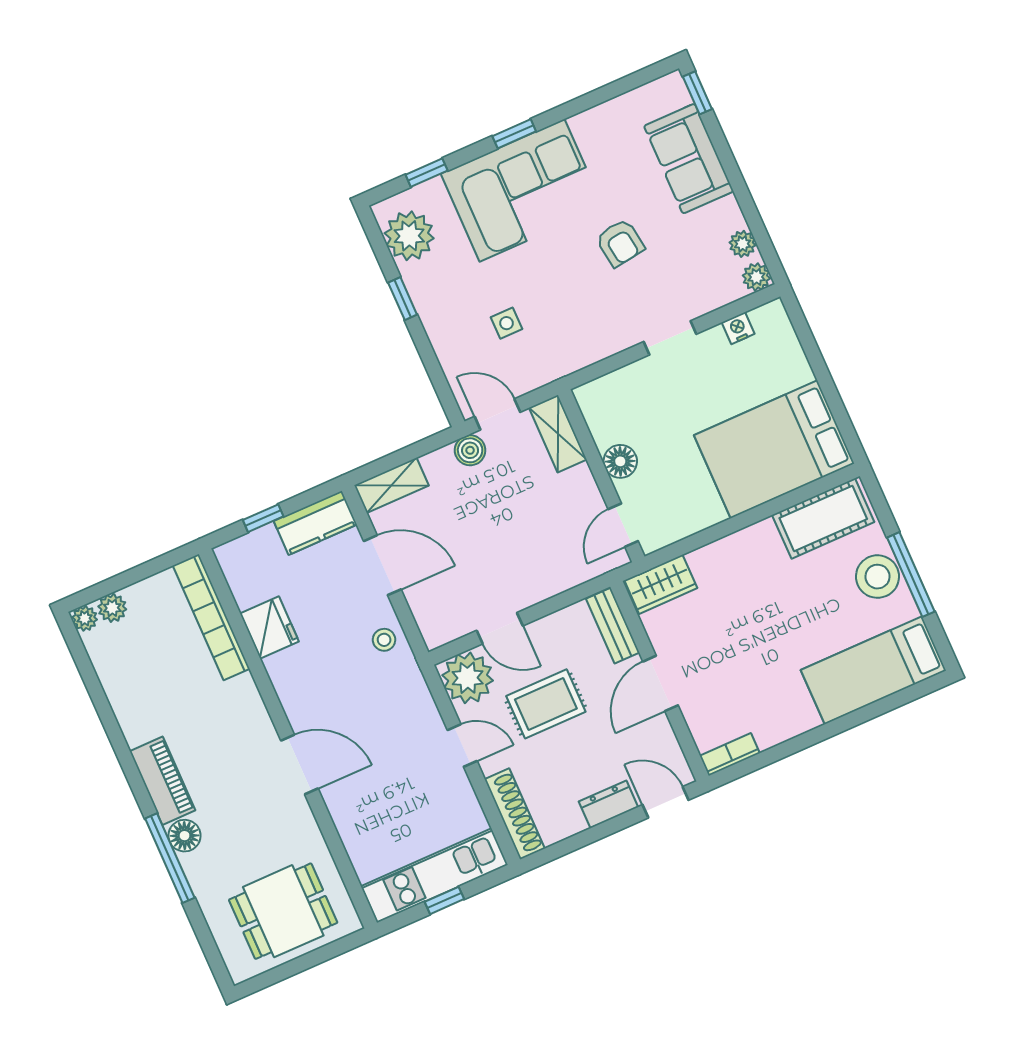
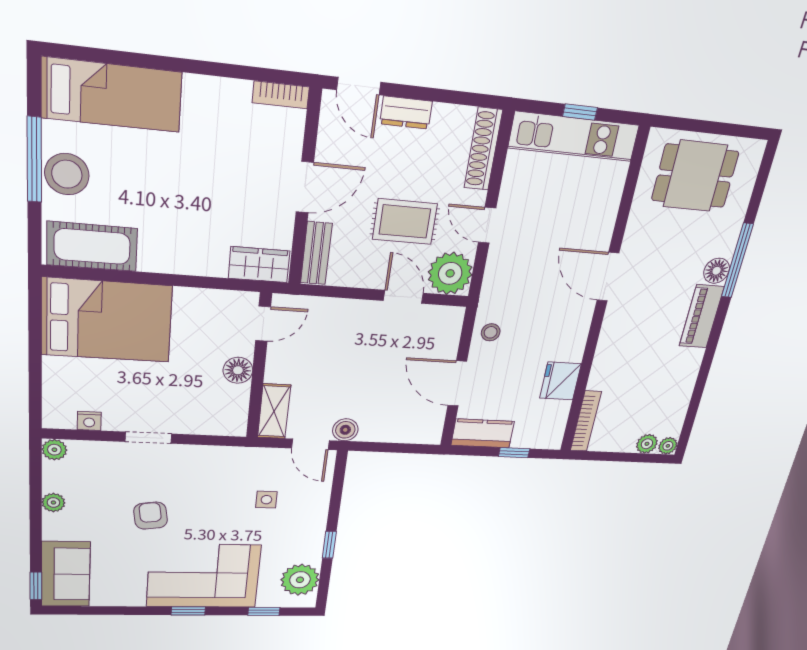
sofa: (689, 159) -> (66, 574), moved
plant: (743, 244) -> (53, 503), moved
shelving: (392, 485) -> (415, 433), removed
bookcase: (211, 617) -> (586, 421), width x0.68, depth x0.76

